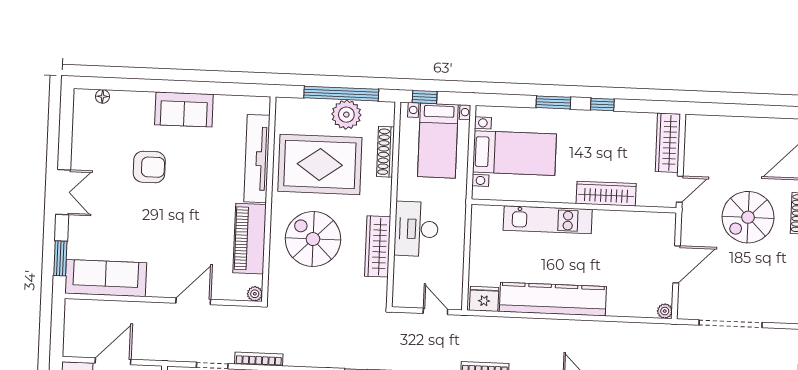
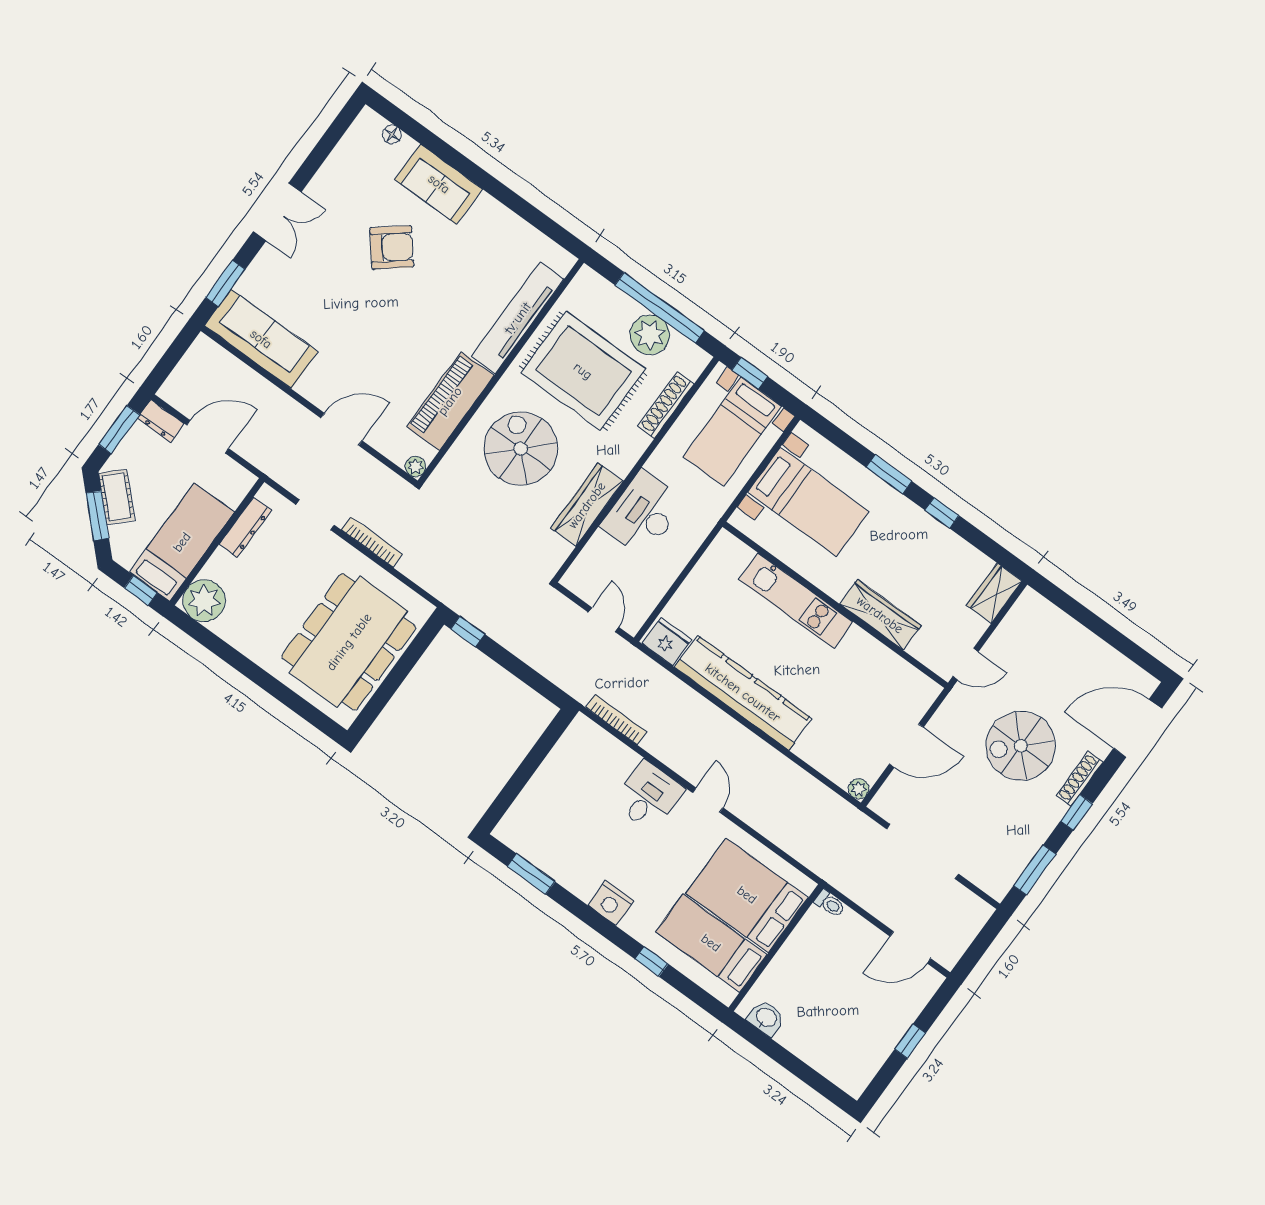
sofa: (184, 109) -> (439, 184), moved
wardrobe: (668, 143) -> (994, 593), width x0.67
armchair: (149, 167) -> (392, 247), turned -39

